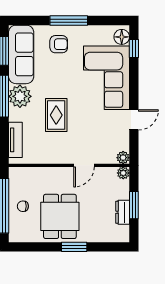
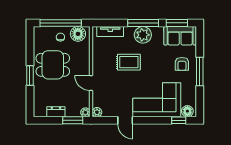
sofa: (21, 54) -> (180, 36), width x0.73
floor lamp: (19, 183) -> (78, 34), added
window: (134, 205) -> (73, 120), moved

